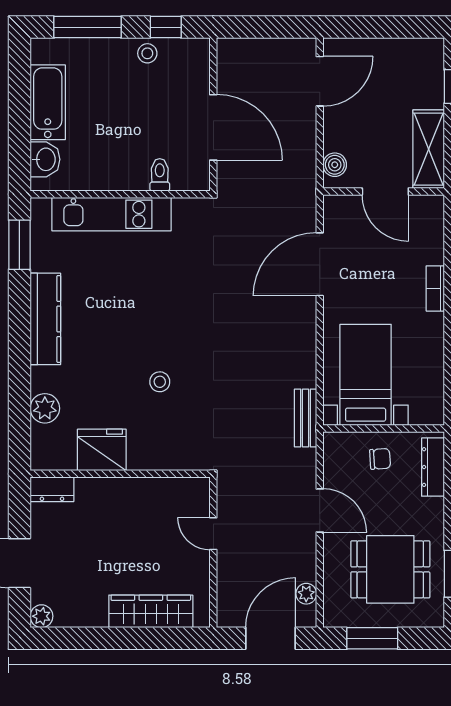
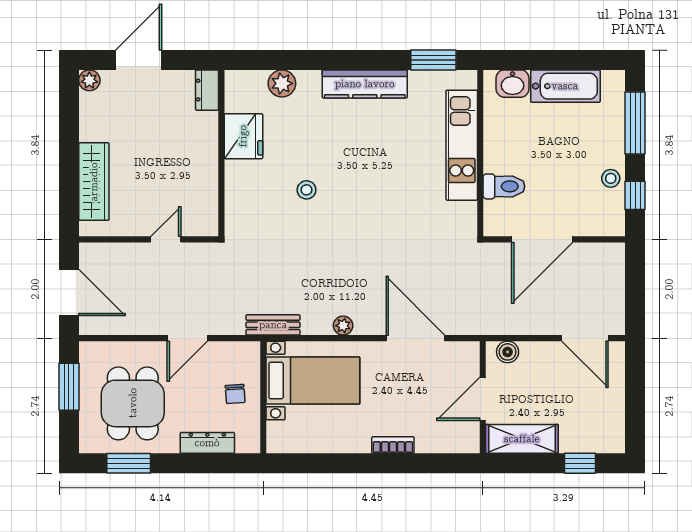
toilet: (160, 175) -> (504, 186), width x1.37, depth x1.39
dresser: (433, 467) -> (207, 443), moved
plant: (306, 594) -> (343, 326), moved

